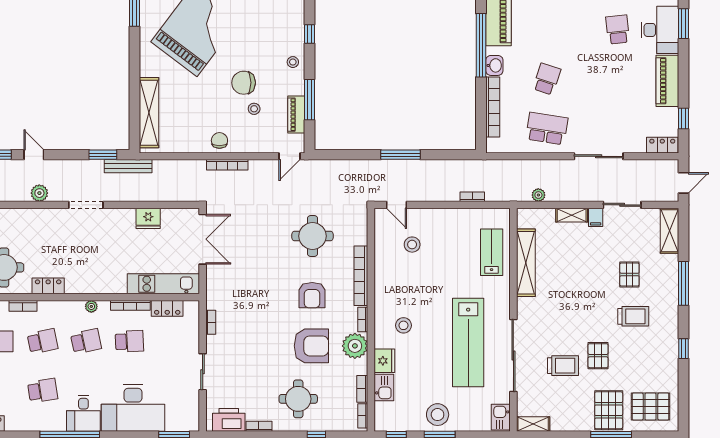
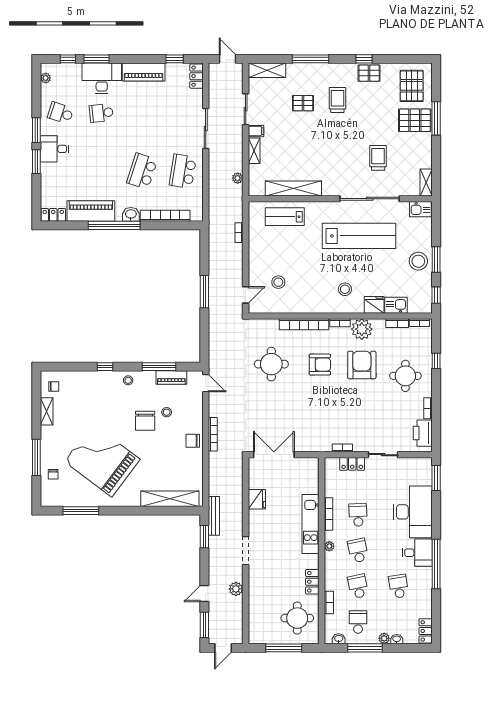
school desk: (547, 79) -> (142, 171), width x1.85
kitchen unit: (163, 284) -> (311, 524), moved
locker: (167, 308) -> (352, 464), moved, turned 90
pallet: (598, 356) -> (369, 73), moved

